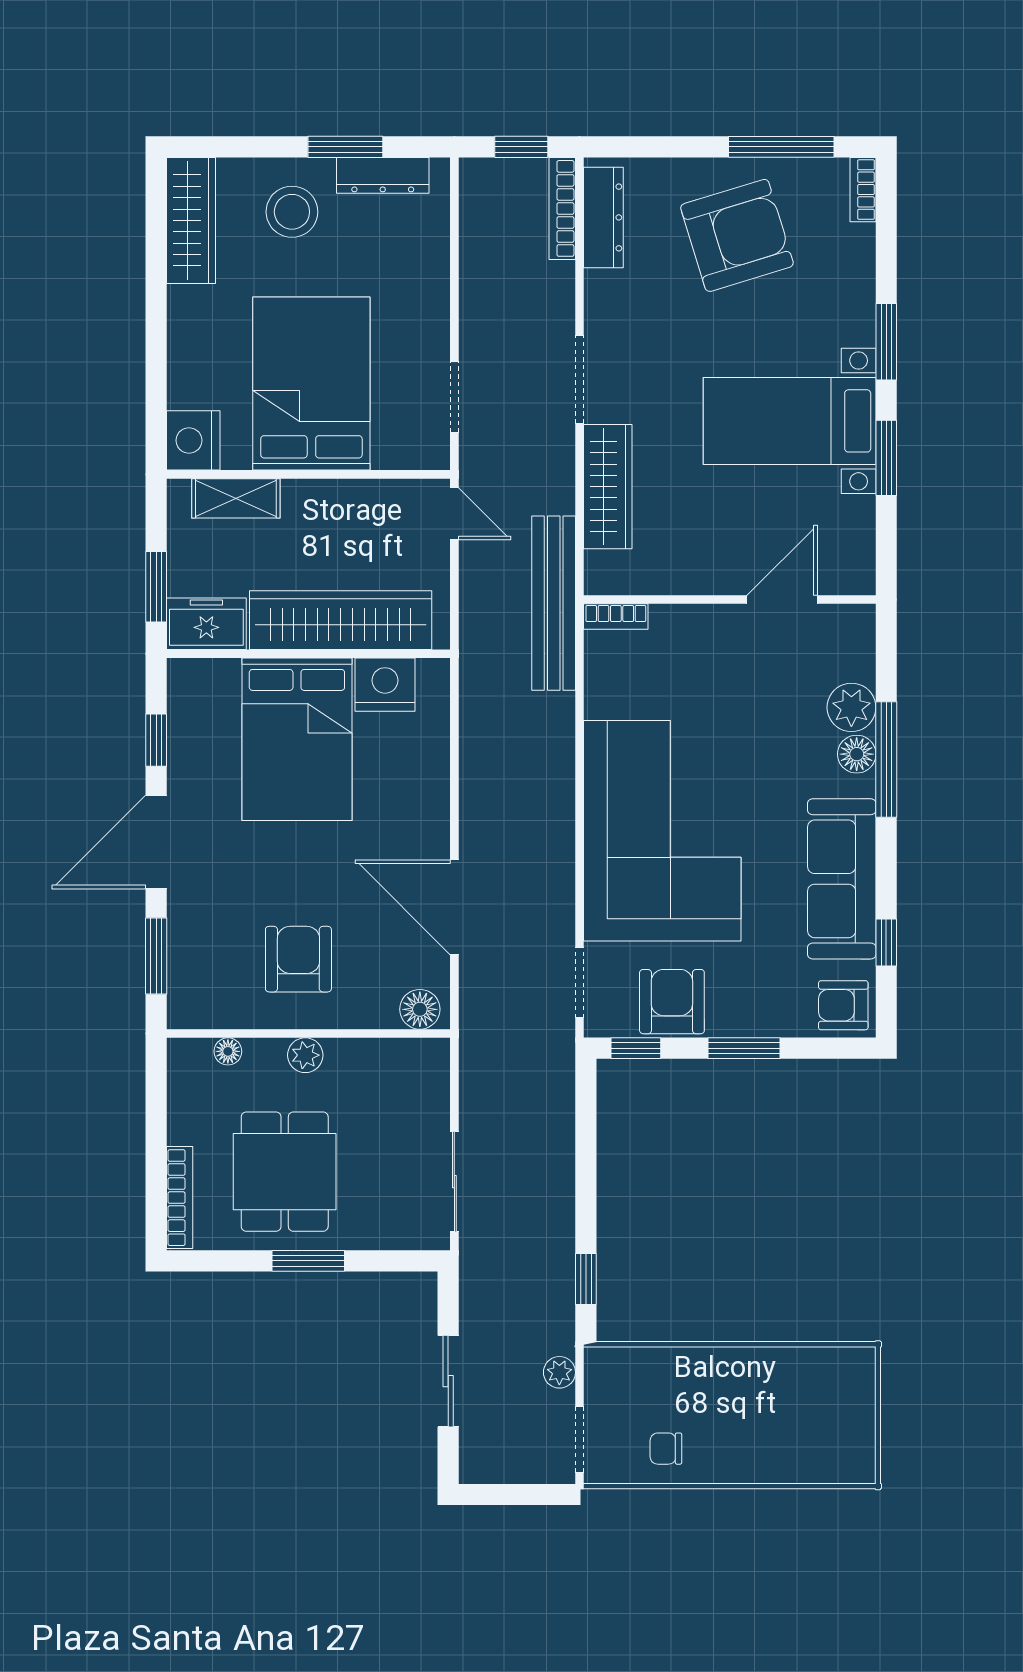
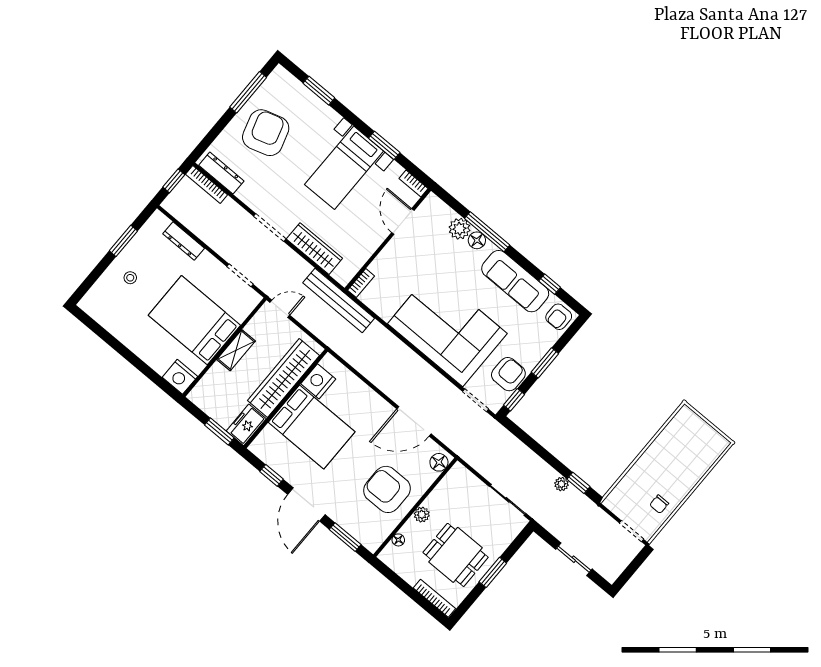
dresser: (383, 175) -> (184, 241), moved, turned 90
bookcase: (863, 190) -> (414, 184), moved
stool: (292, 212) -> (130, 278), width x0.53, depth x0.53
wardrobe: (191, 220) -> (104, 315), removed
window: (886, 342) -> (319, 91), moved
shelving: (236, 498) -> (236, 350), moved
armchair: (298, 959) -> (387, 489), width x1.36, depth x1.36
armchair: (672, 1002) -> (508, 374), turned 90
plant: (559, 1372) -> (561, 484), moved

